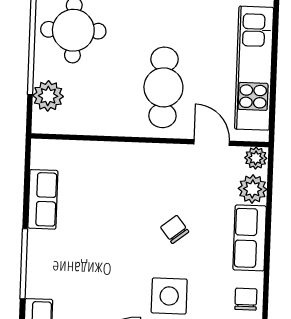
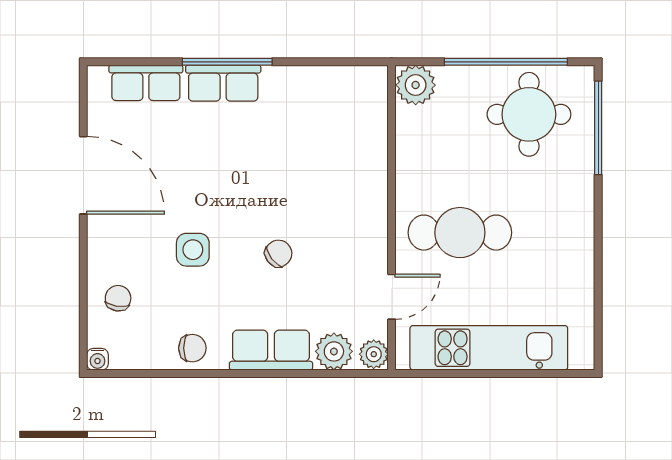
plant: (48, 96) -> (416, 85), moved
row of seats: (43, 199) -> (223, 83), moved
side table: (169, 296) -> (193, 250), width x0.73, depth x0.73

